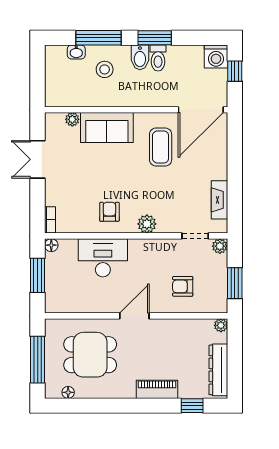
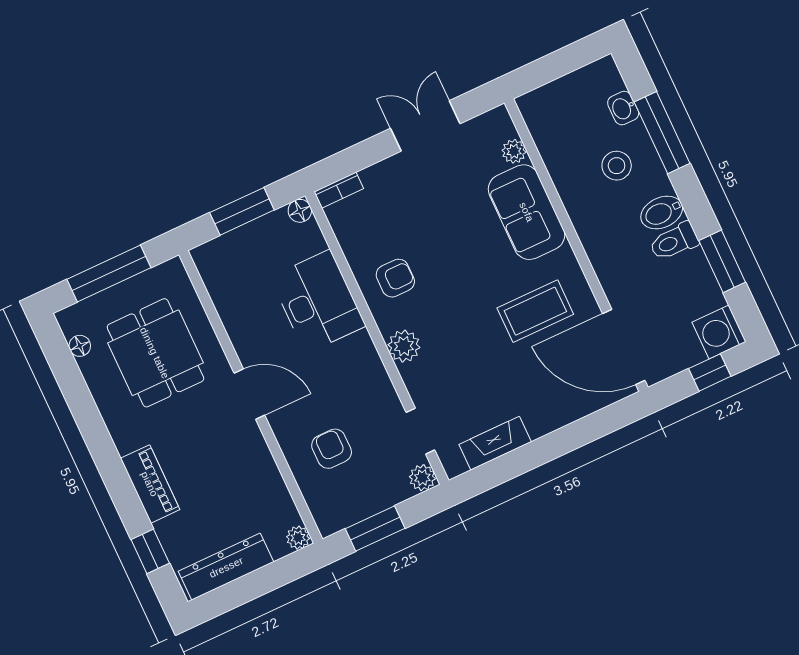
window: (155, 38) -> (722, 261), moved

